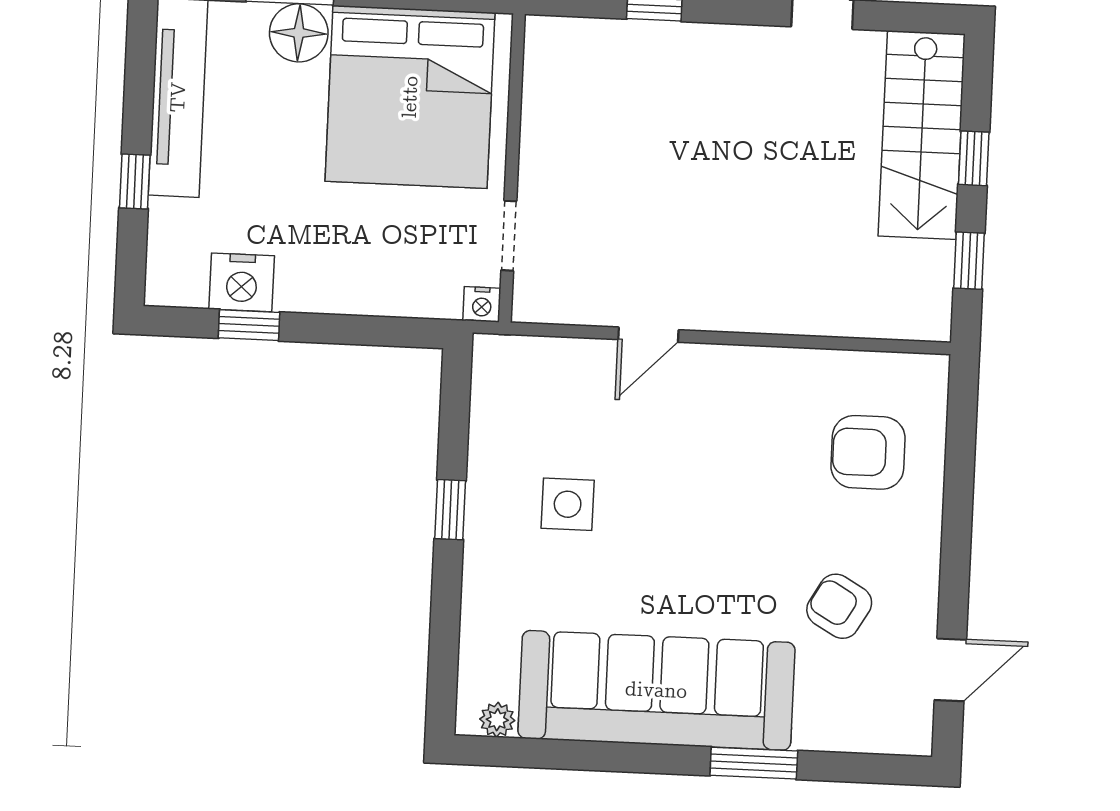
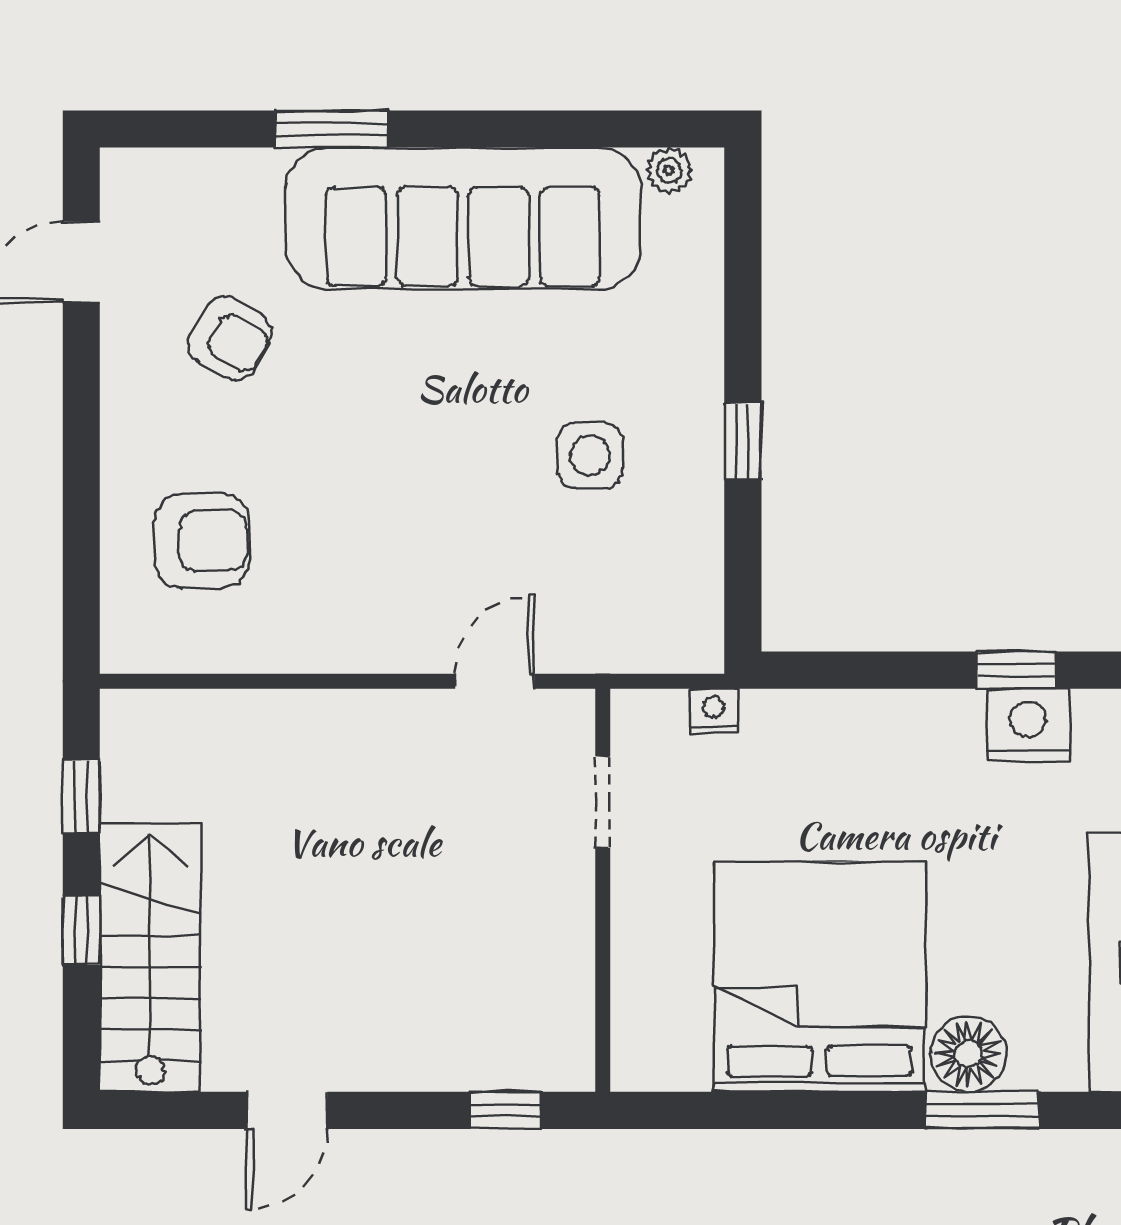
wall: (512, 168) -> (603, 890), moved
doorway: (509, 236) -> (603, 802), moved

